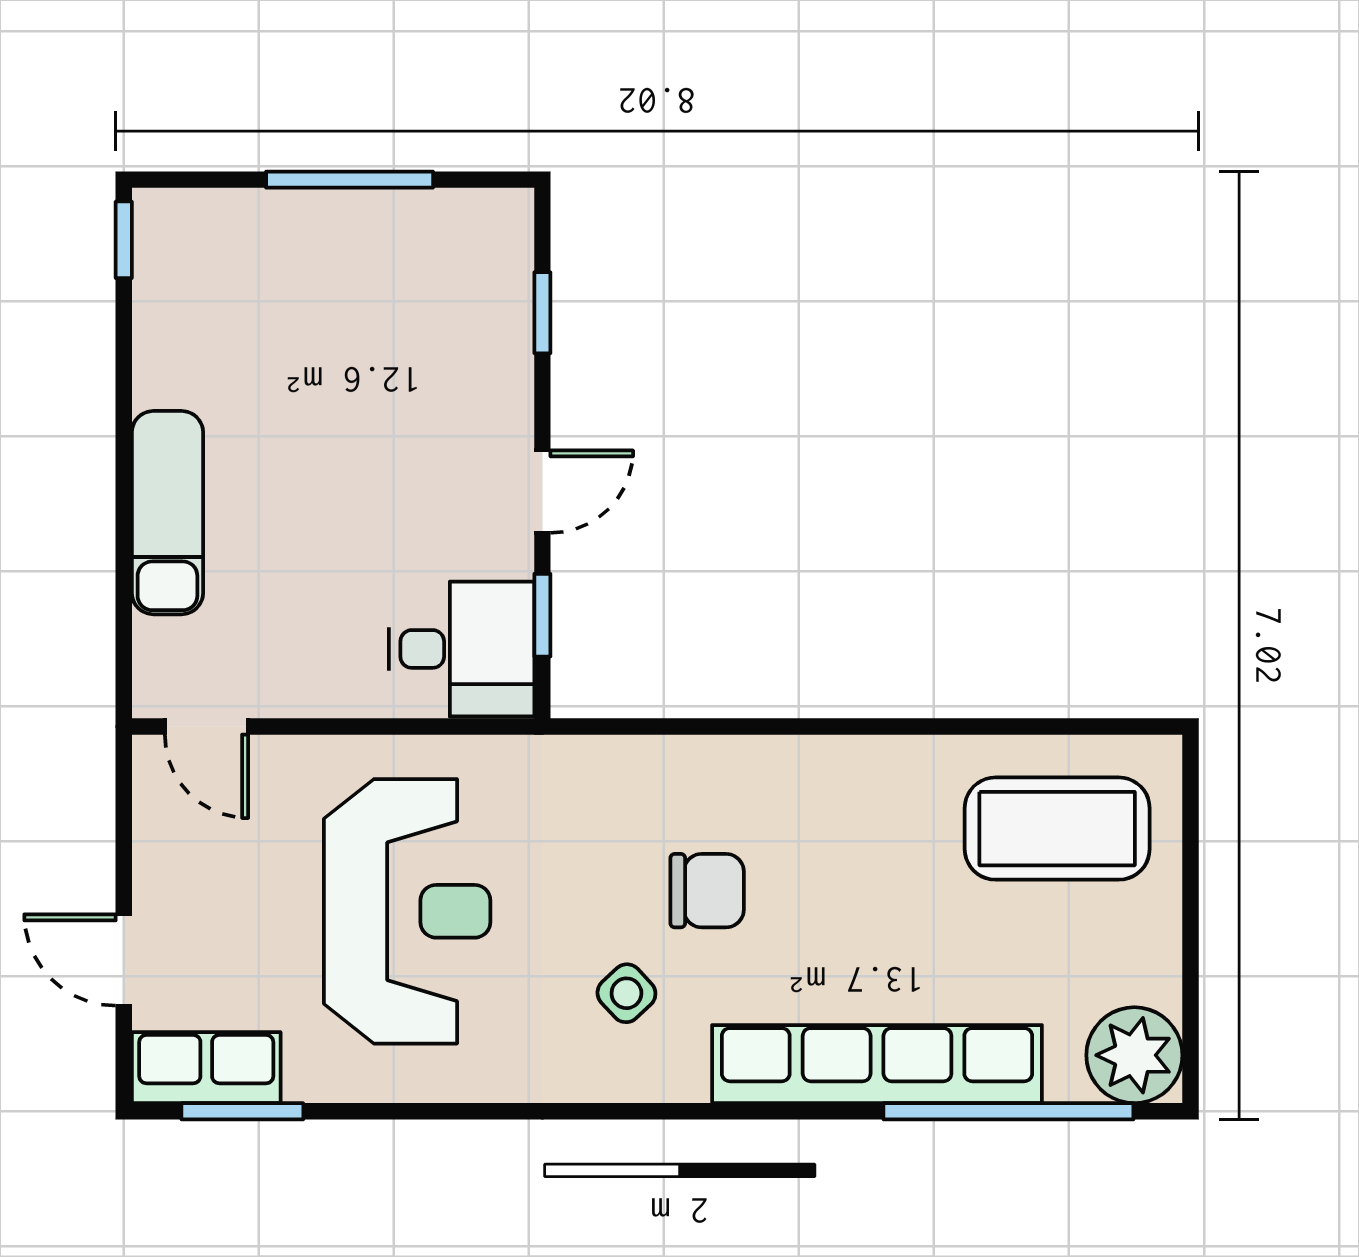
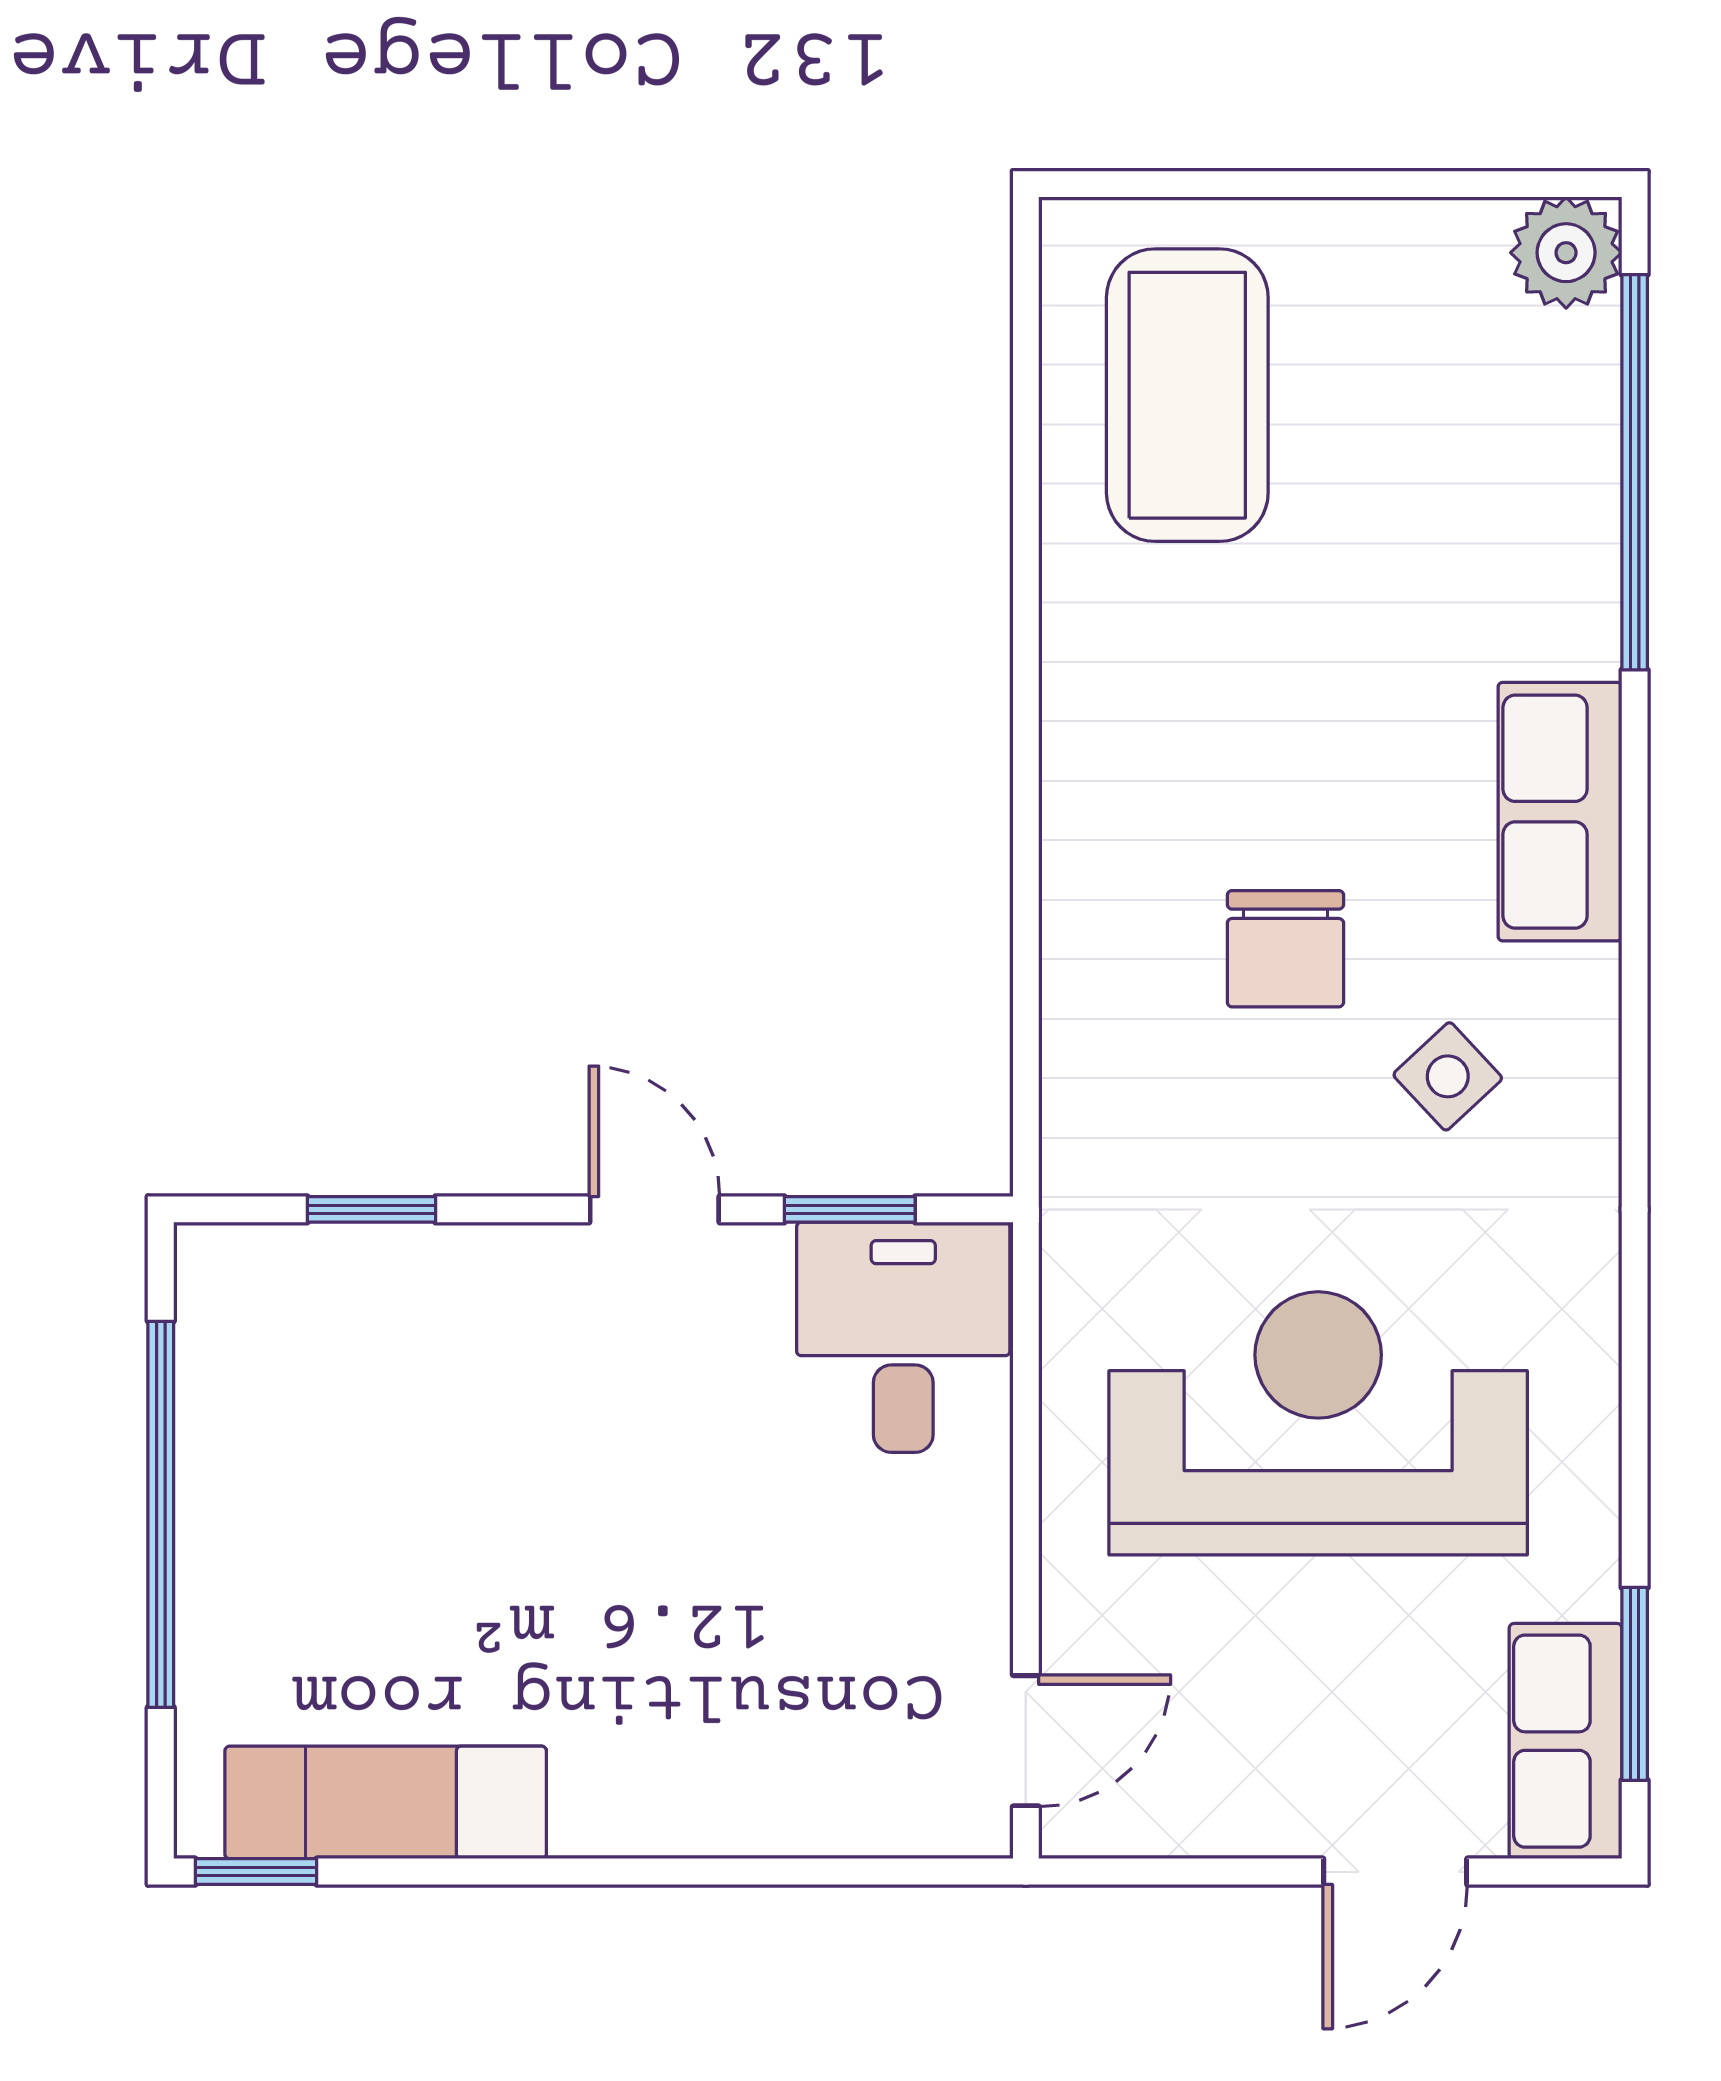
window: (350, 180) -> (161, 1514), width x1.46
exam couch: (167, 513) -> (386, 1802), moved
chair: (707, 891) -> (1285, 949), turned 180
plant: (1134, 1055) -> (1566, 253), width x0.73, depth x0.73
row of seats: (877, 1064) -> (1560, 812), width x0.50

